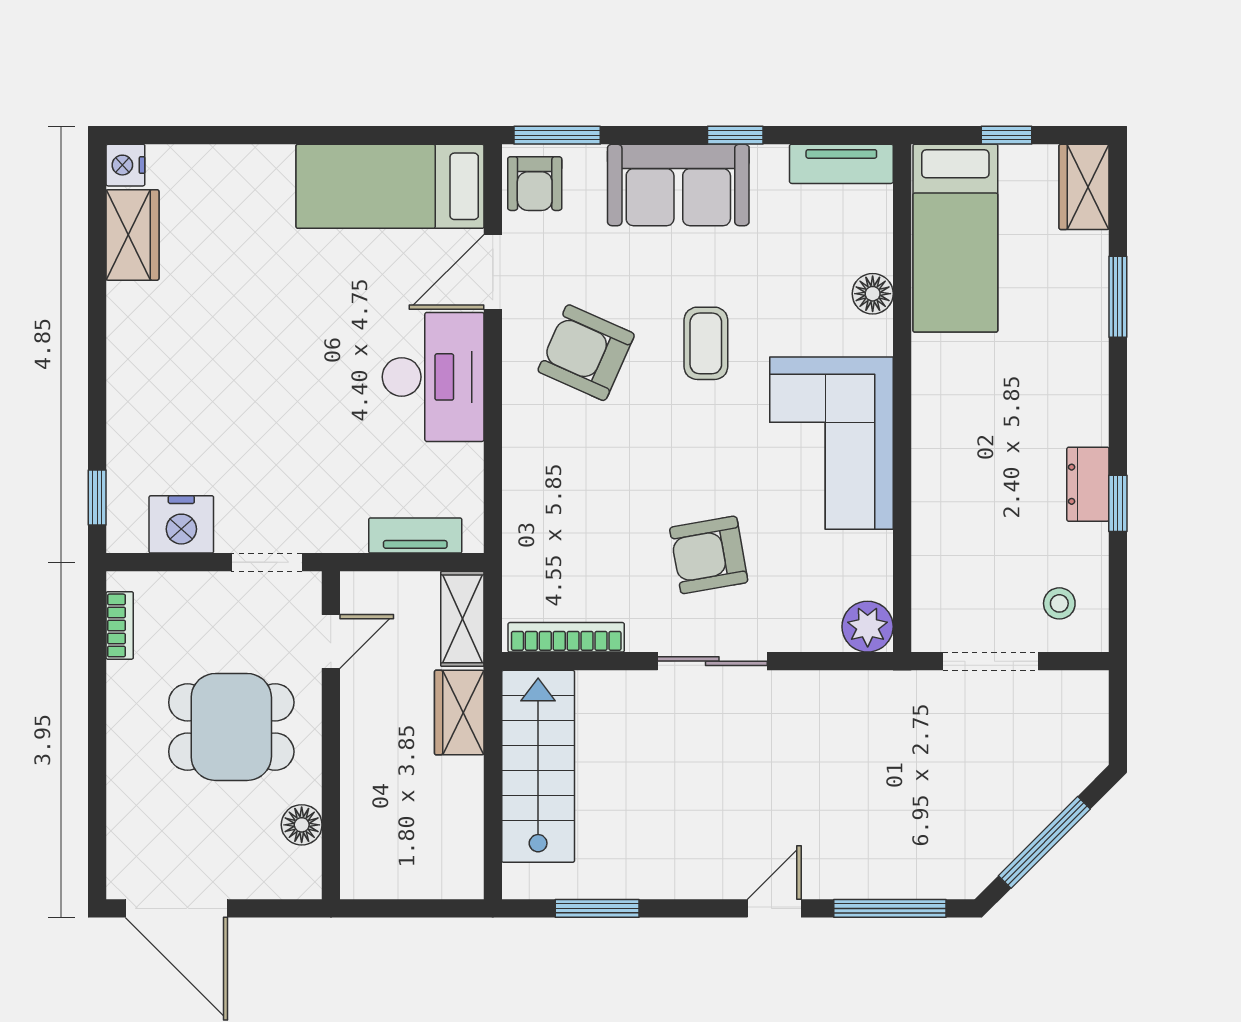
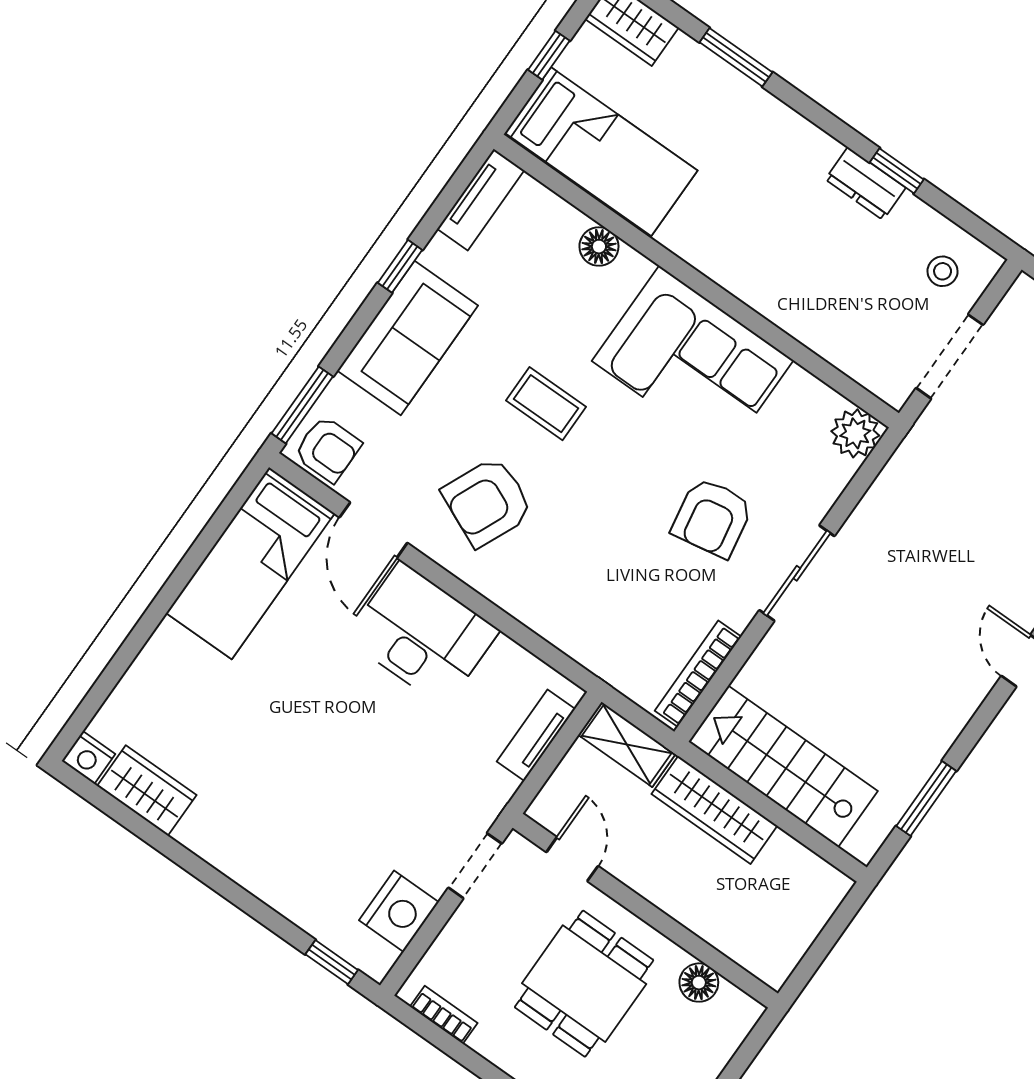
wardrobe: (459, 713) -> (714, 810), width x1.50

